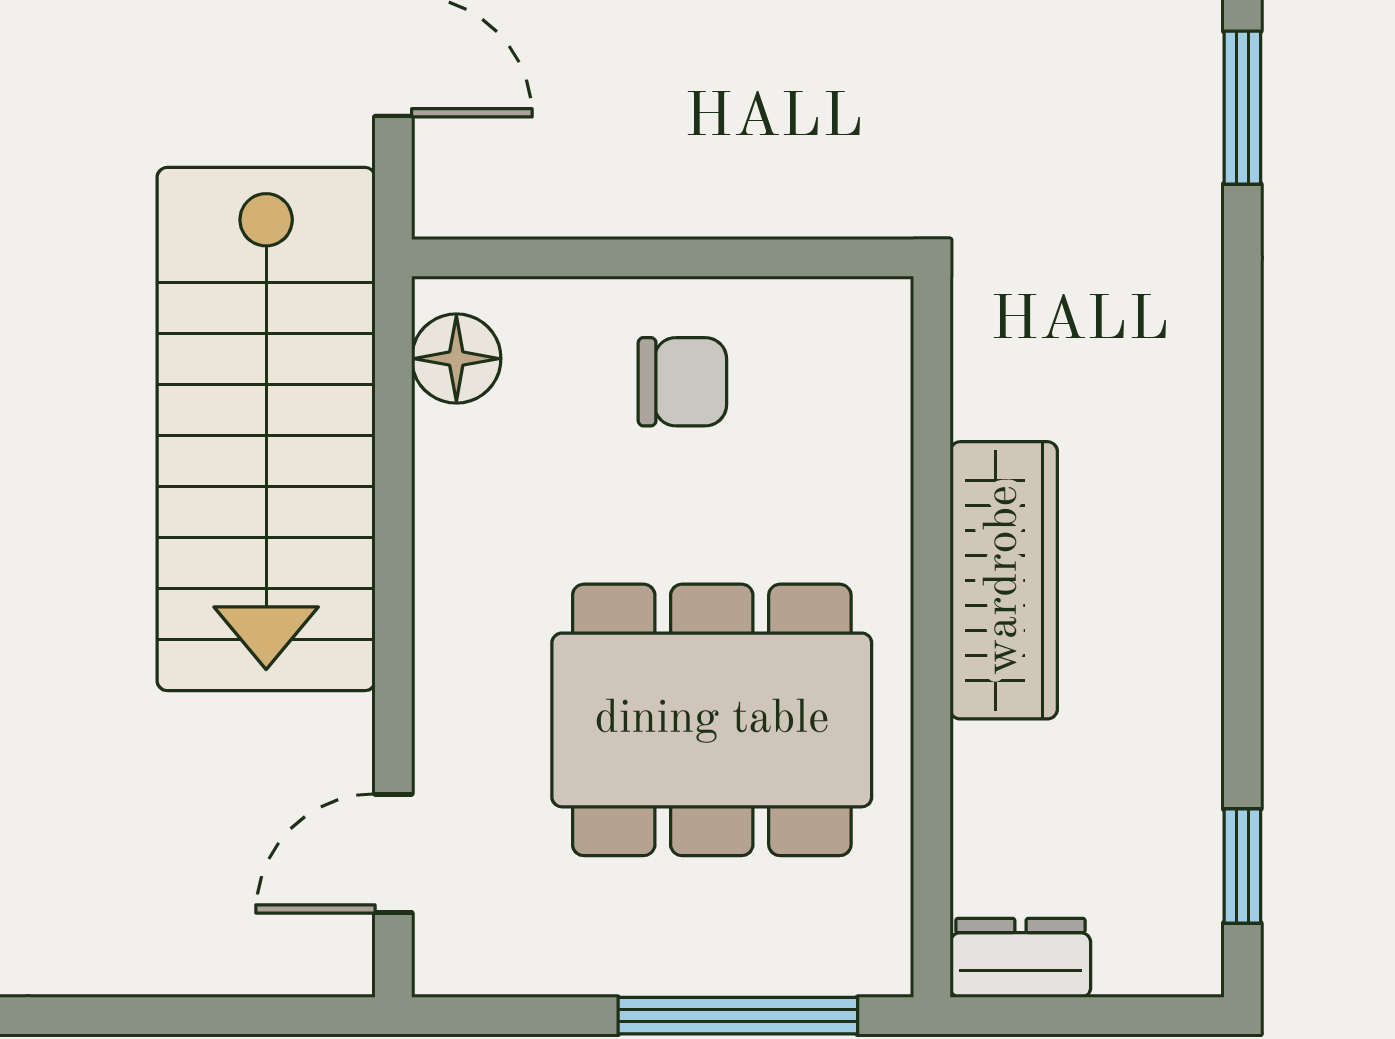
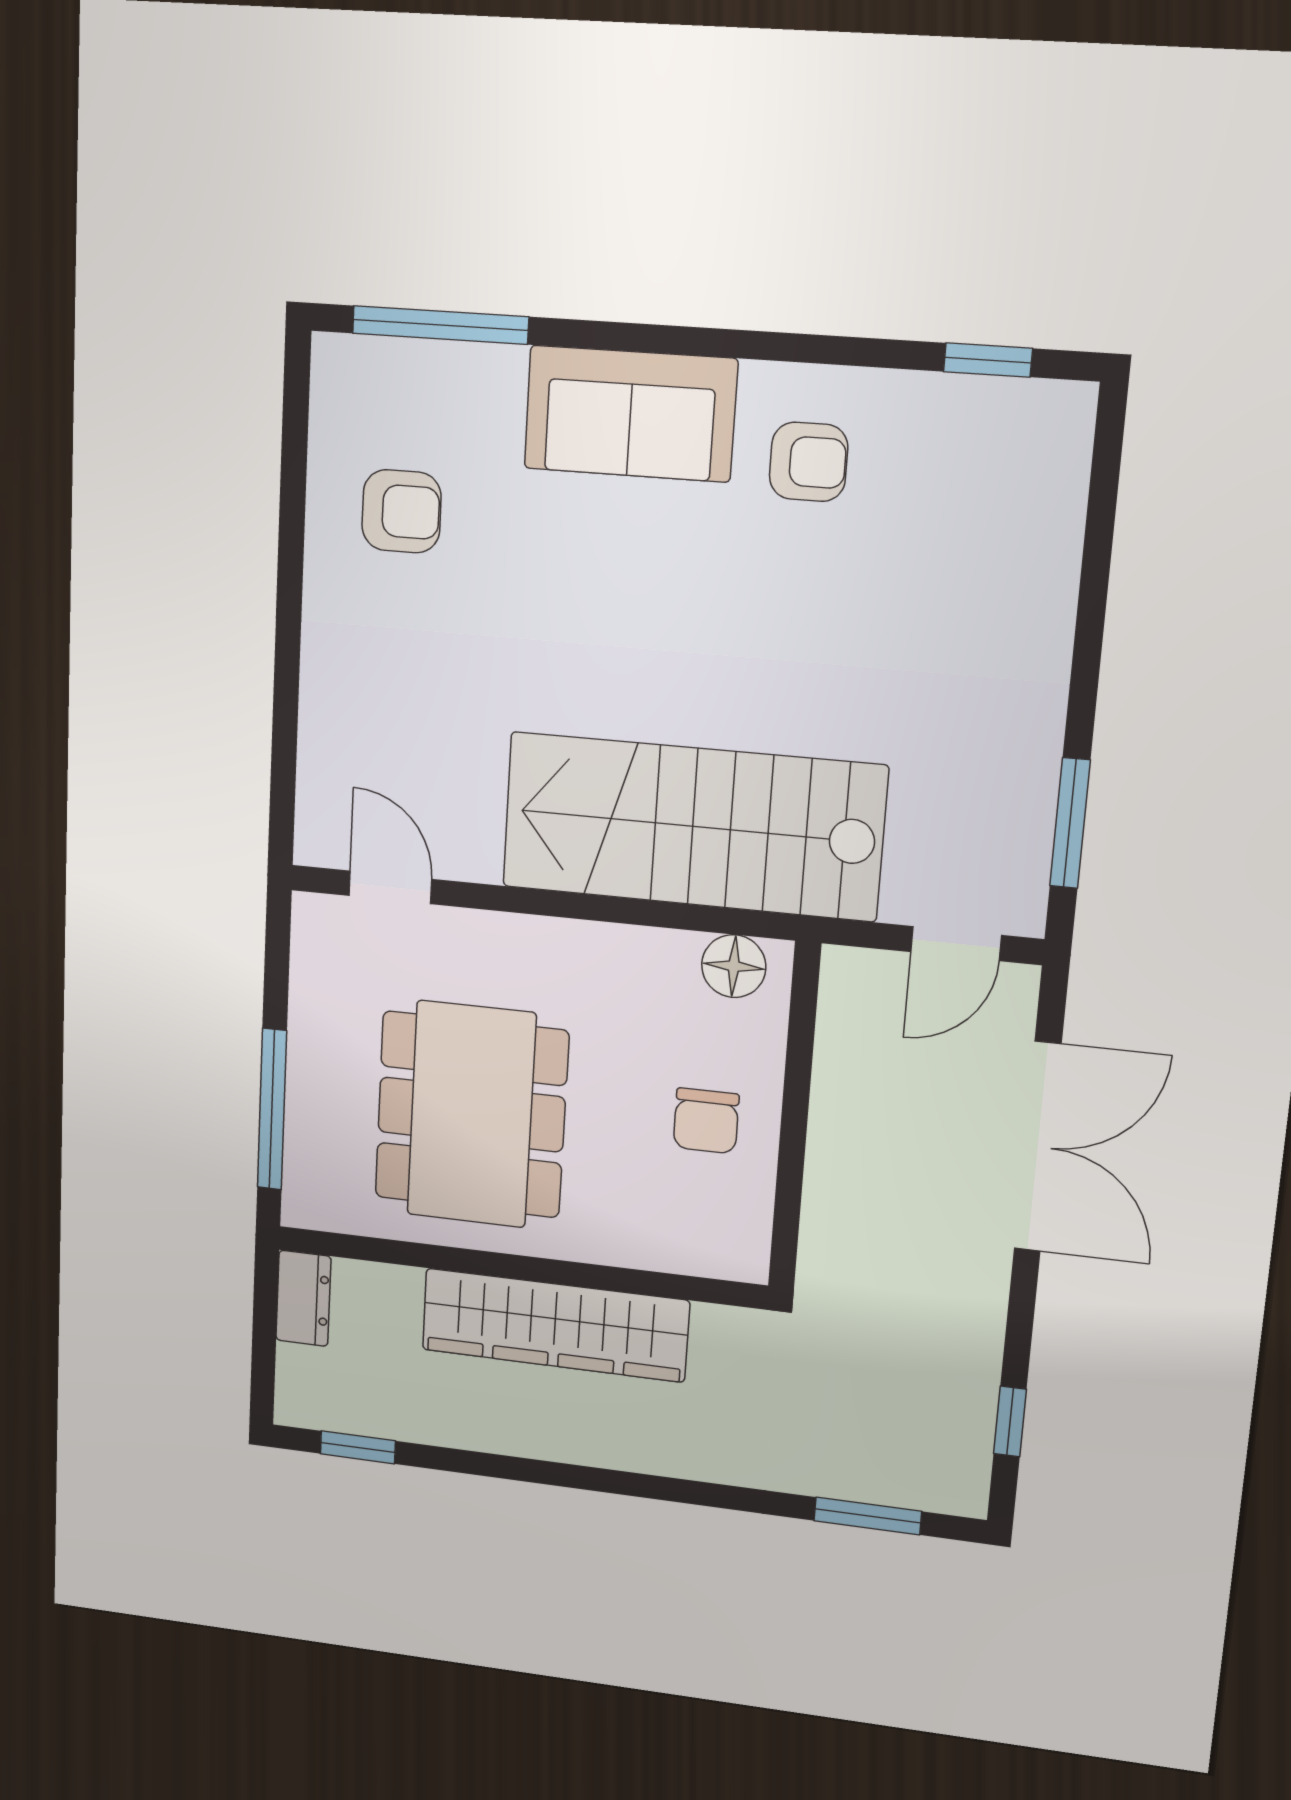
wardrobe: (1004, 580) -> (555, 1325), width x1.40, depth x1.17

